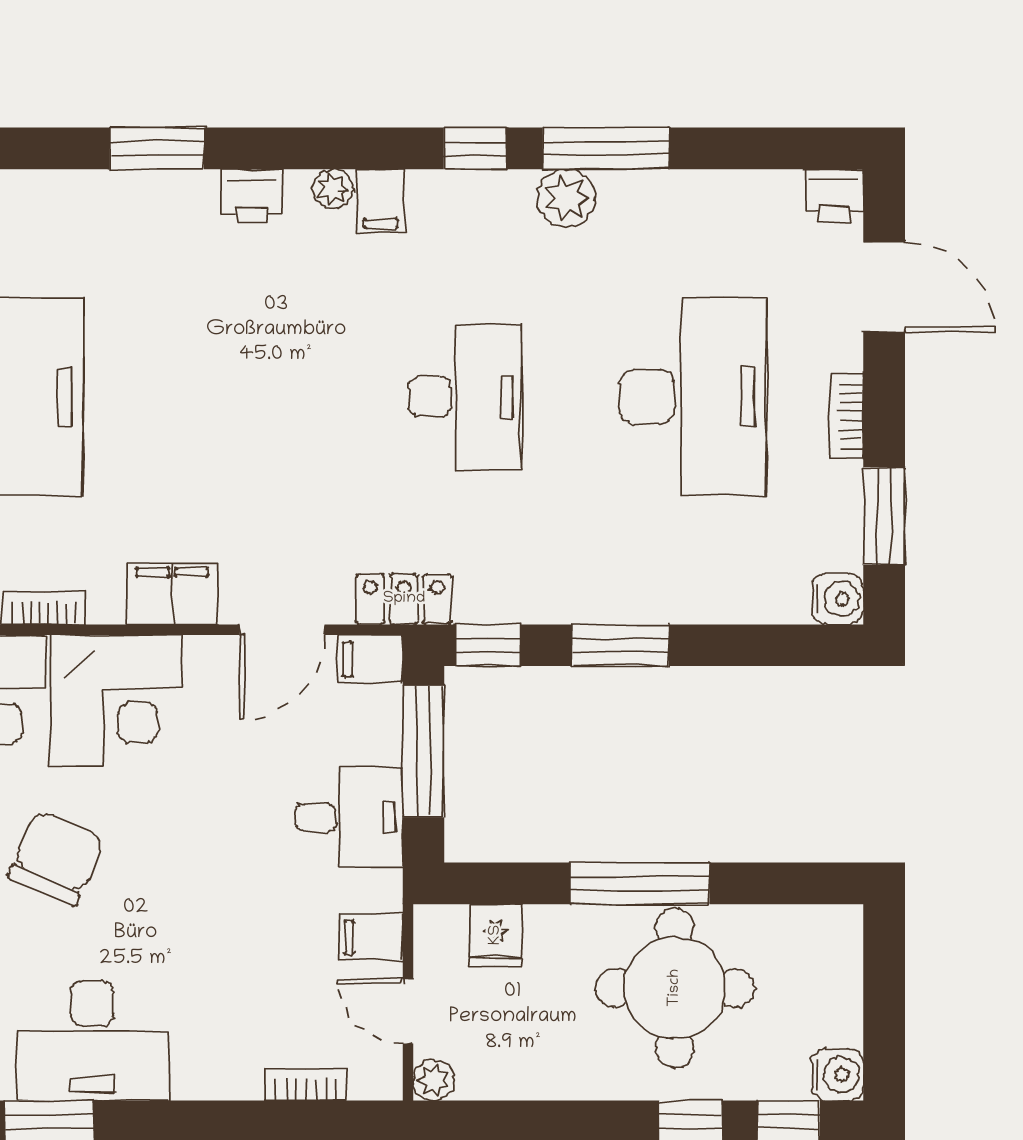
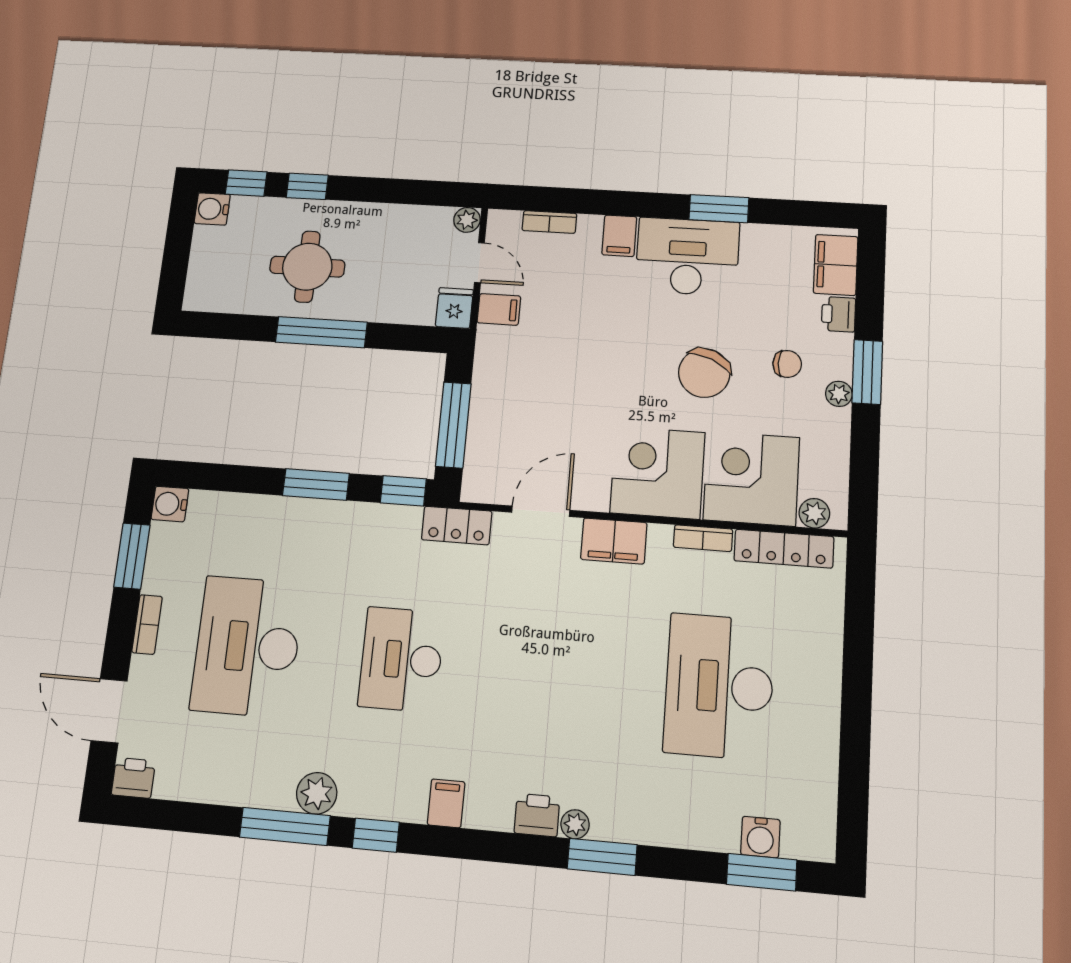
plant: (333, 189) -> (575, 824), moved
filing cabinet: (370, 659) -> (619, 236), moved, turned 90
desk: (349, 818) -> (507, 386), removed
fridge: (496, 935) -> (454, 308), moved
round table: (675, 988) -> (307, 267), width x0.73, depth x0.73

